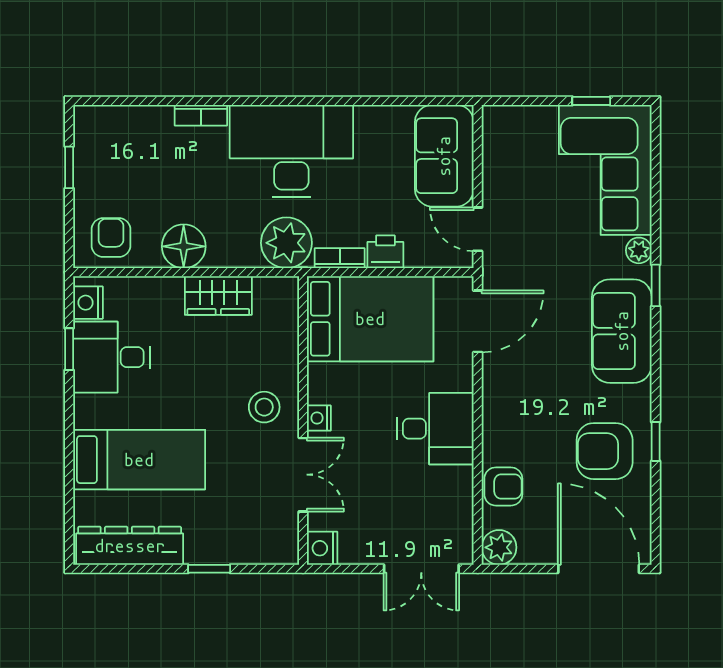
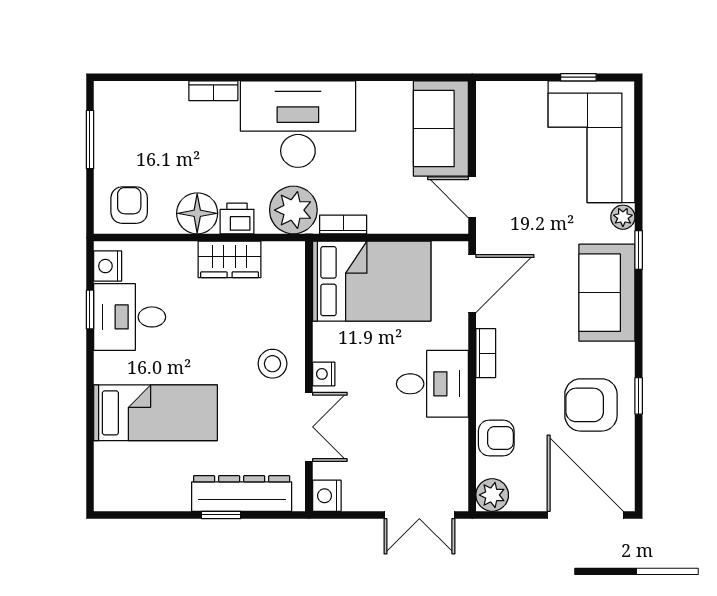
window: (69, 167) -> (90, 140), width x1.50
printer: (385, 252) -> (237, 219), moved
bookcase: (492, 396) -> (486, 353), added
dresser: (130, 546) -> (242, 493), moved

